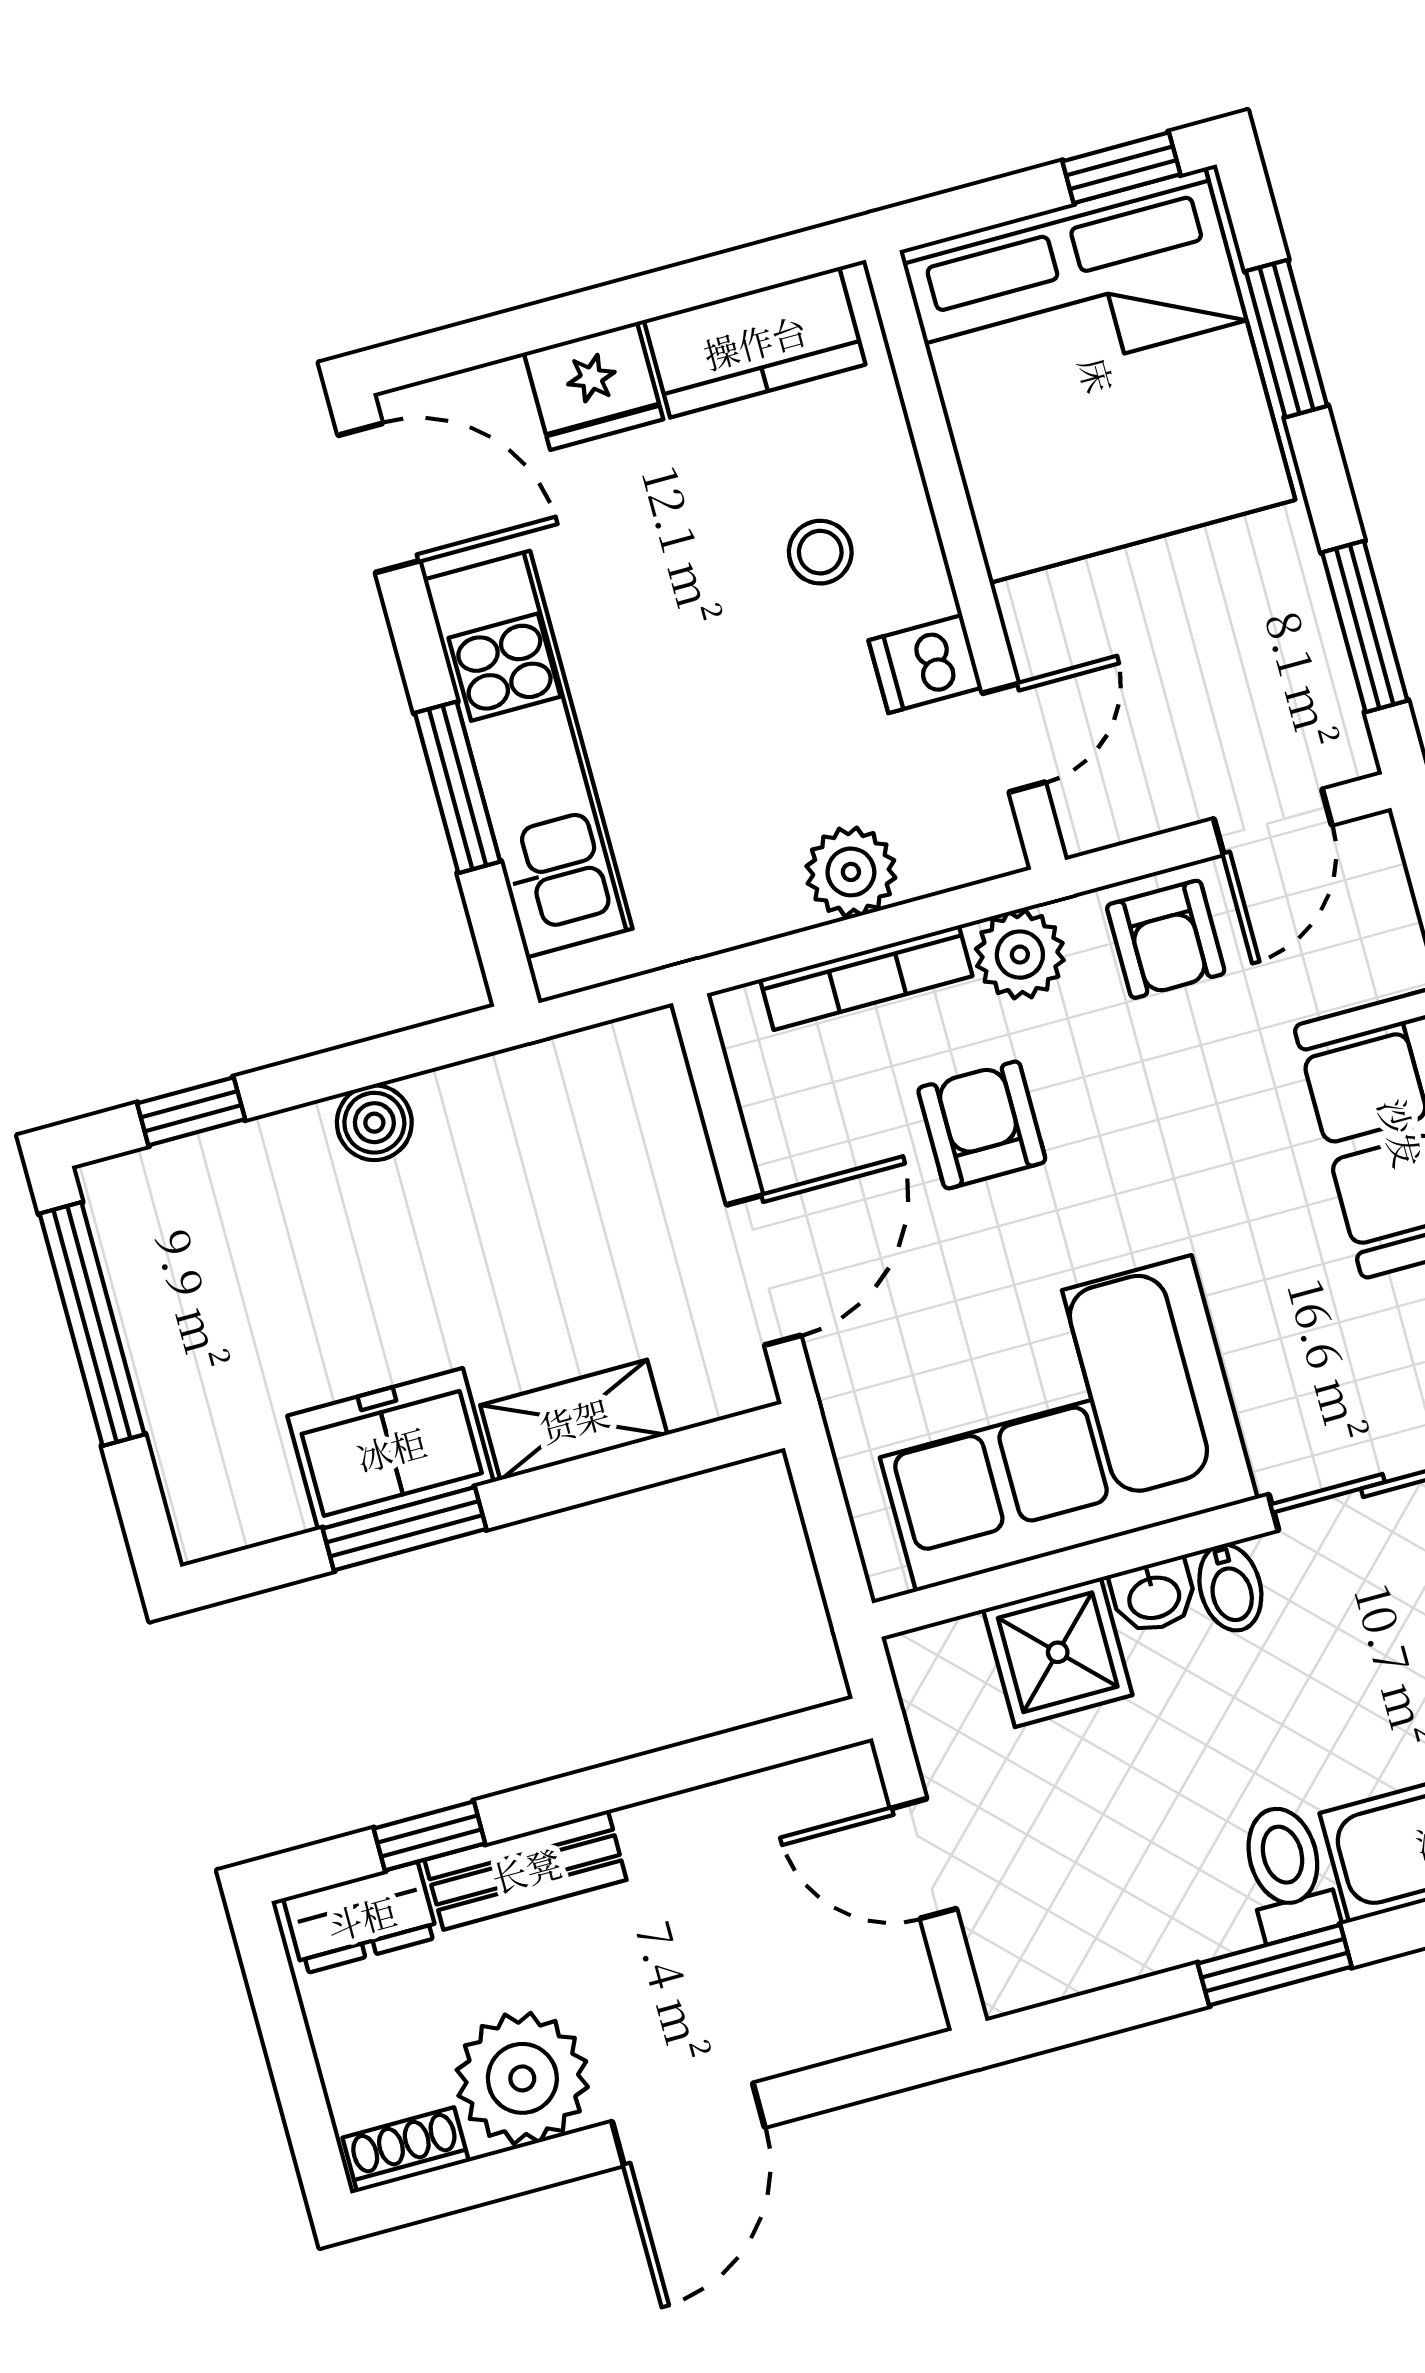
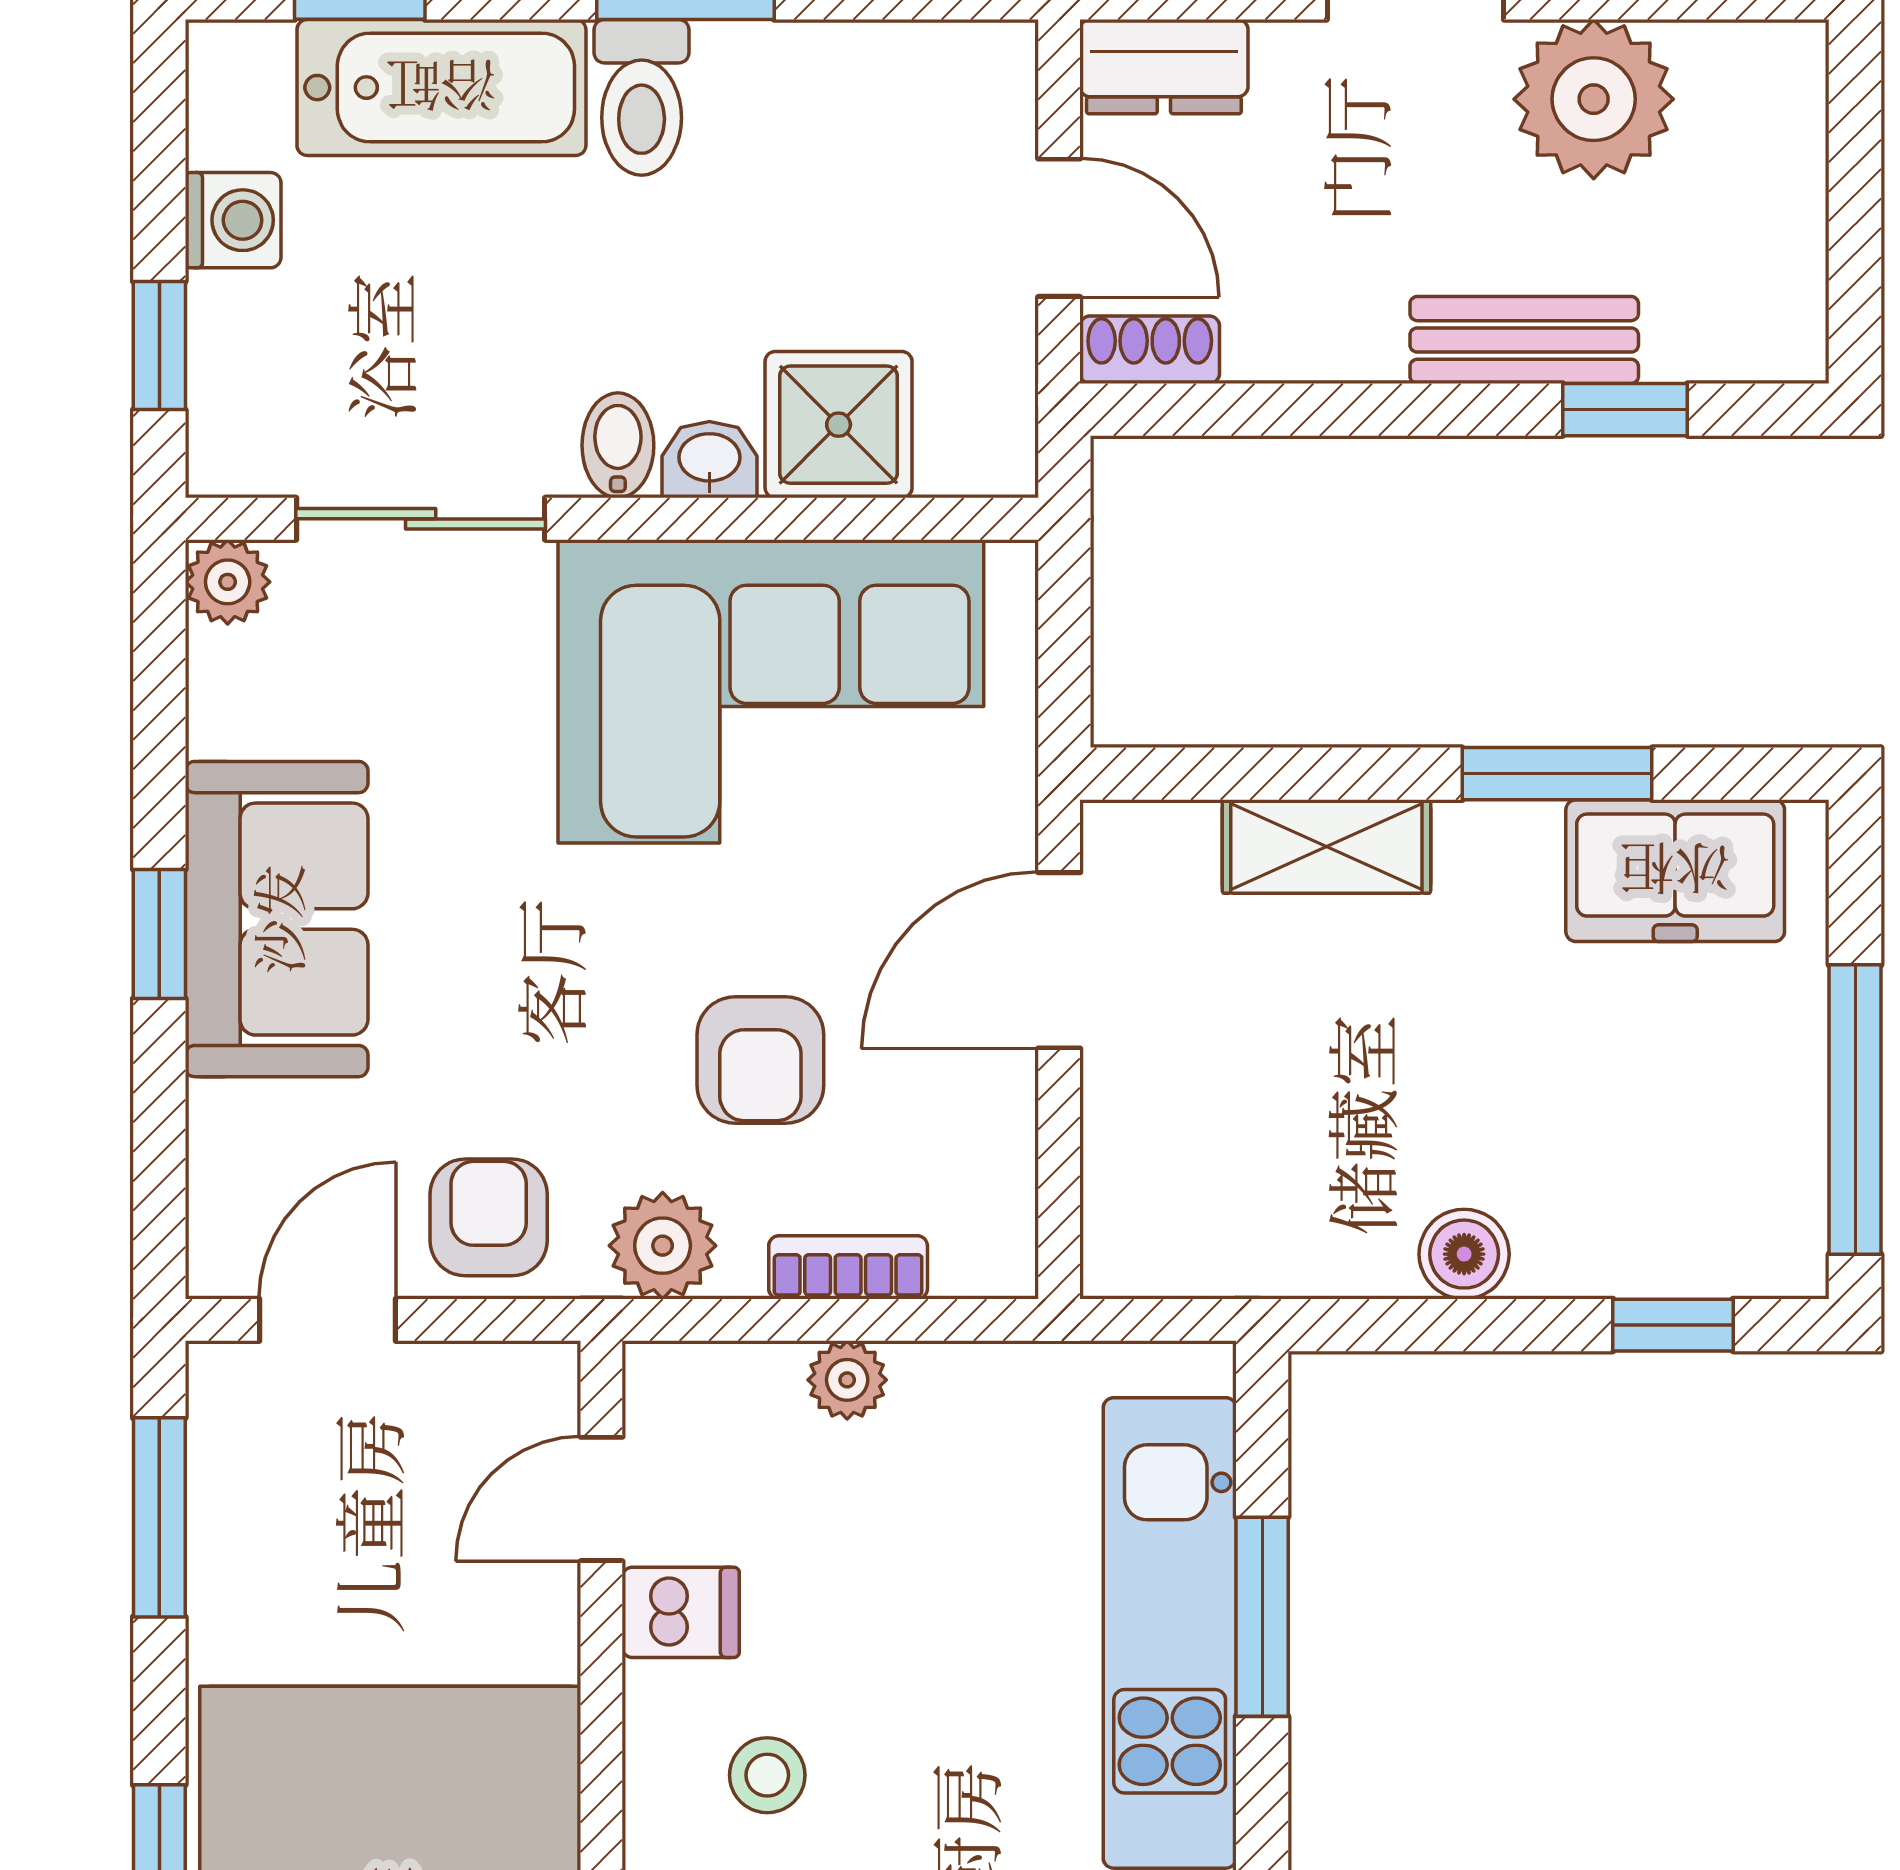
plant: (851, 872) -> (847, 1380), width x0.73, depth x0.73
bookcase: (866, 978) -> (848, 1267), width x0.64
freezer: (391, 1449) -> (1675, 871), moved
dresser: (361, 1918) -> (1164, 67), moved, turned 180
shoe rack: (406, 2150) -> (1150, 350), moved, turned 180

